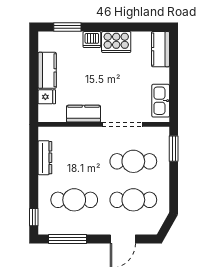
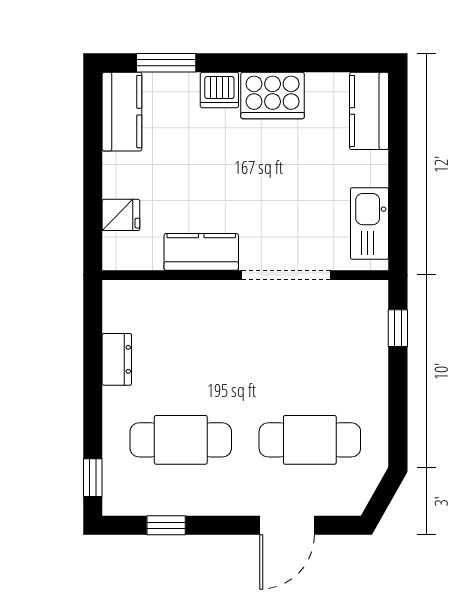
kitchen counter: (47, 70) -> (122, 112), moved
window: (174, 149) -> (398, 328), width x0.67
dresser: (45, 158) -> (117, 359), width x0.70
cafe table: (133, 161) -> (310, 356), removed
window: (67, 239) -> (166, 525), width x0.46

